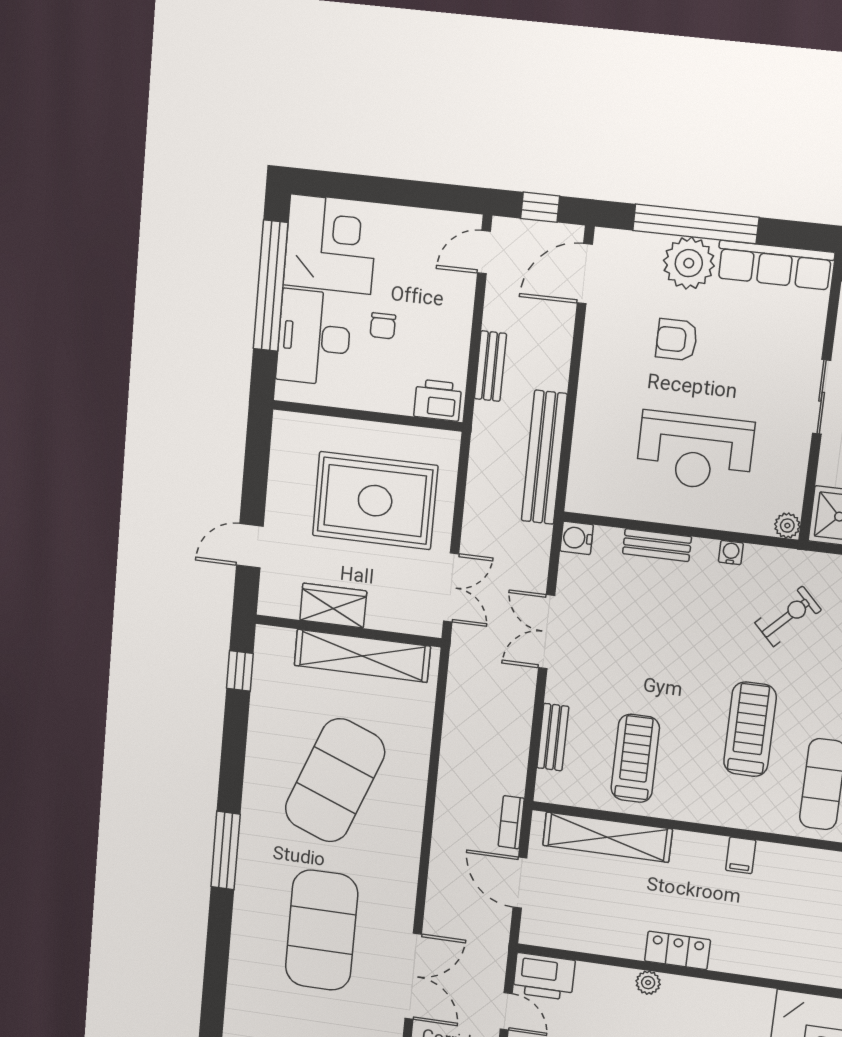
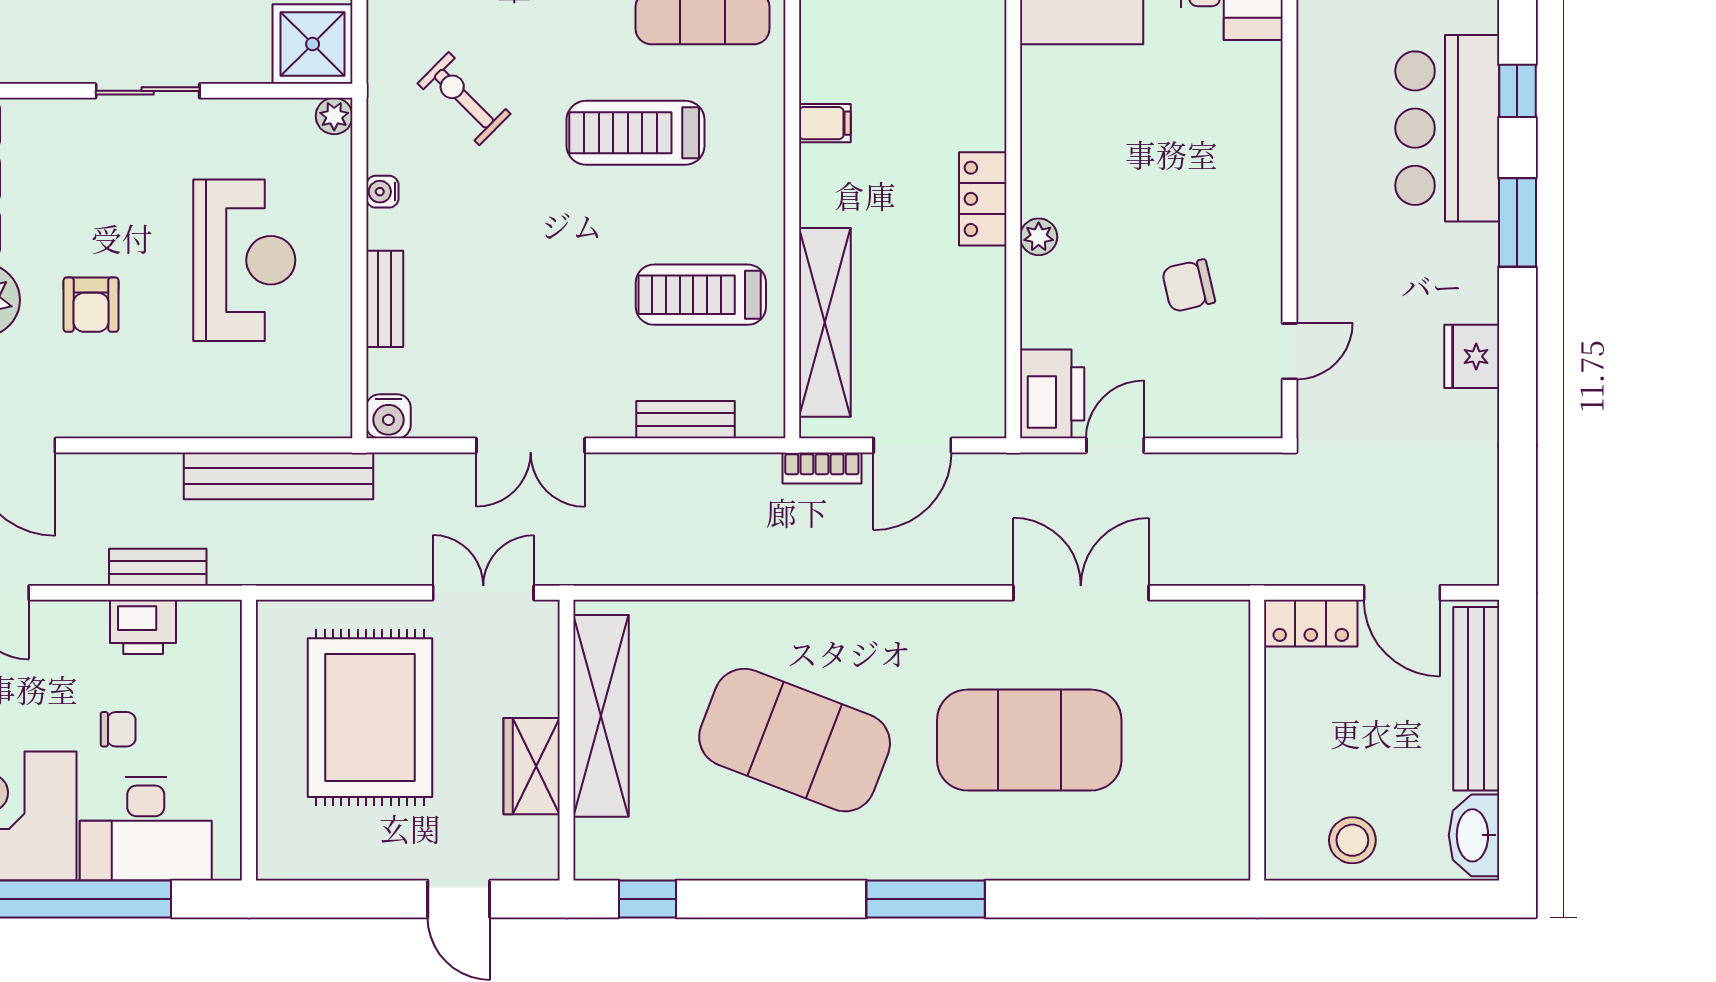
printer: (438, 400) -> (143, 627), moved, turned -90

